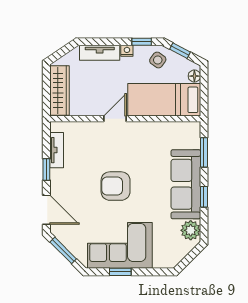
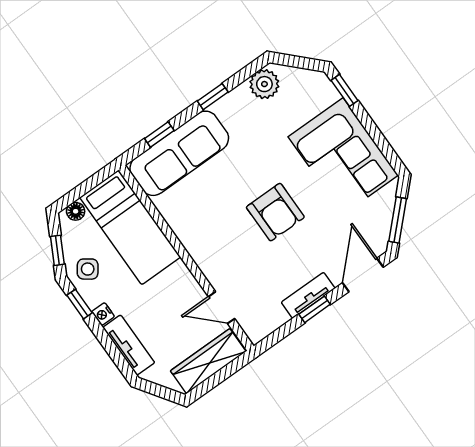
door: (115, 119) -> (221, 308), moved
tv unit: (57, 150) -> (308, 295), moved
window: (204, 152) -> (159, 134), width x0.67
sofa: (186, 184) -> (179, 153), moved
window: (120, 272) -> (344, 90), moved

